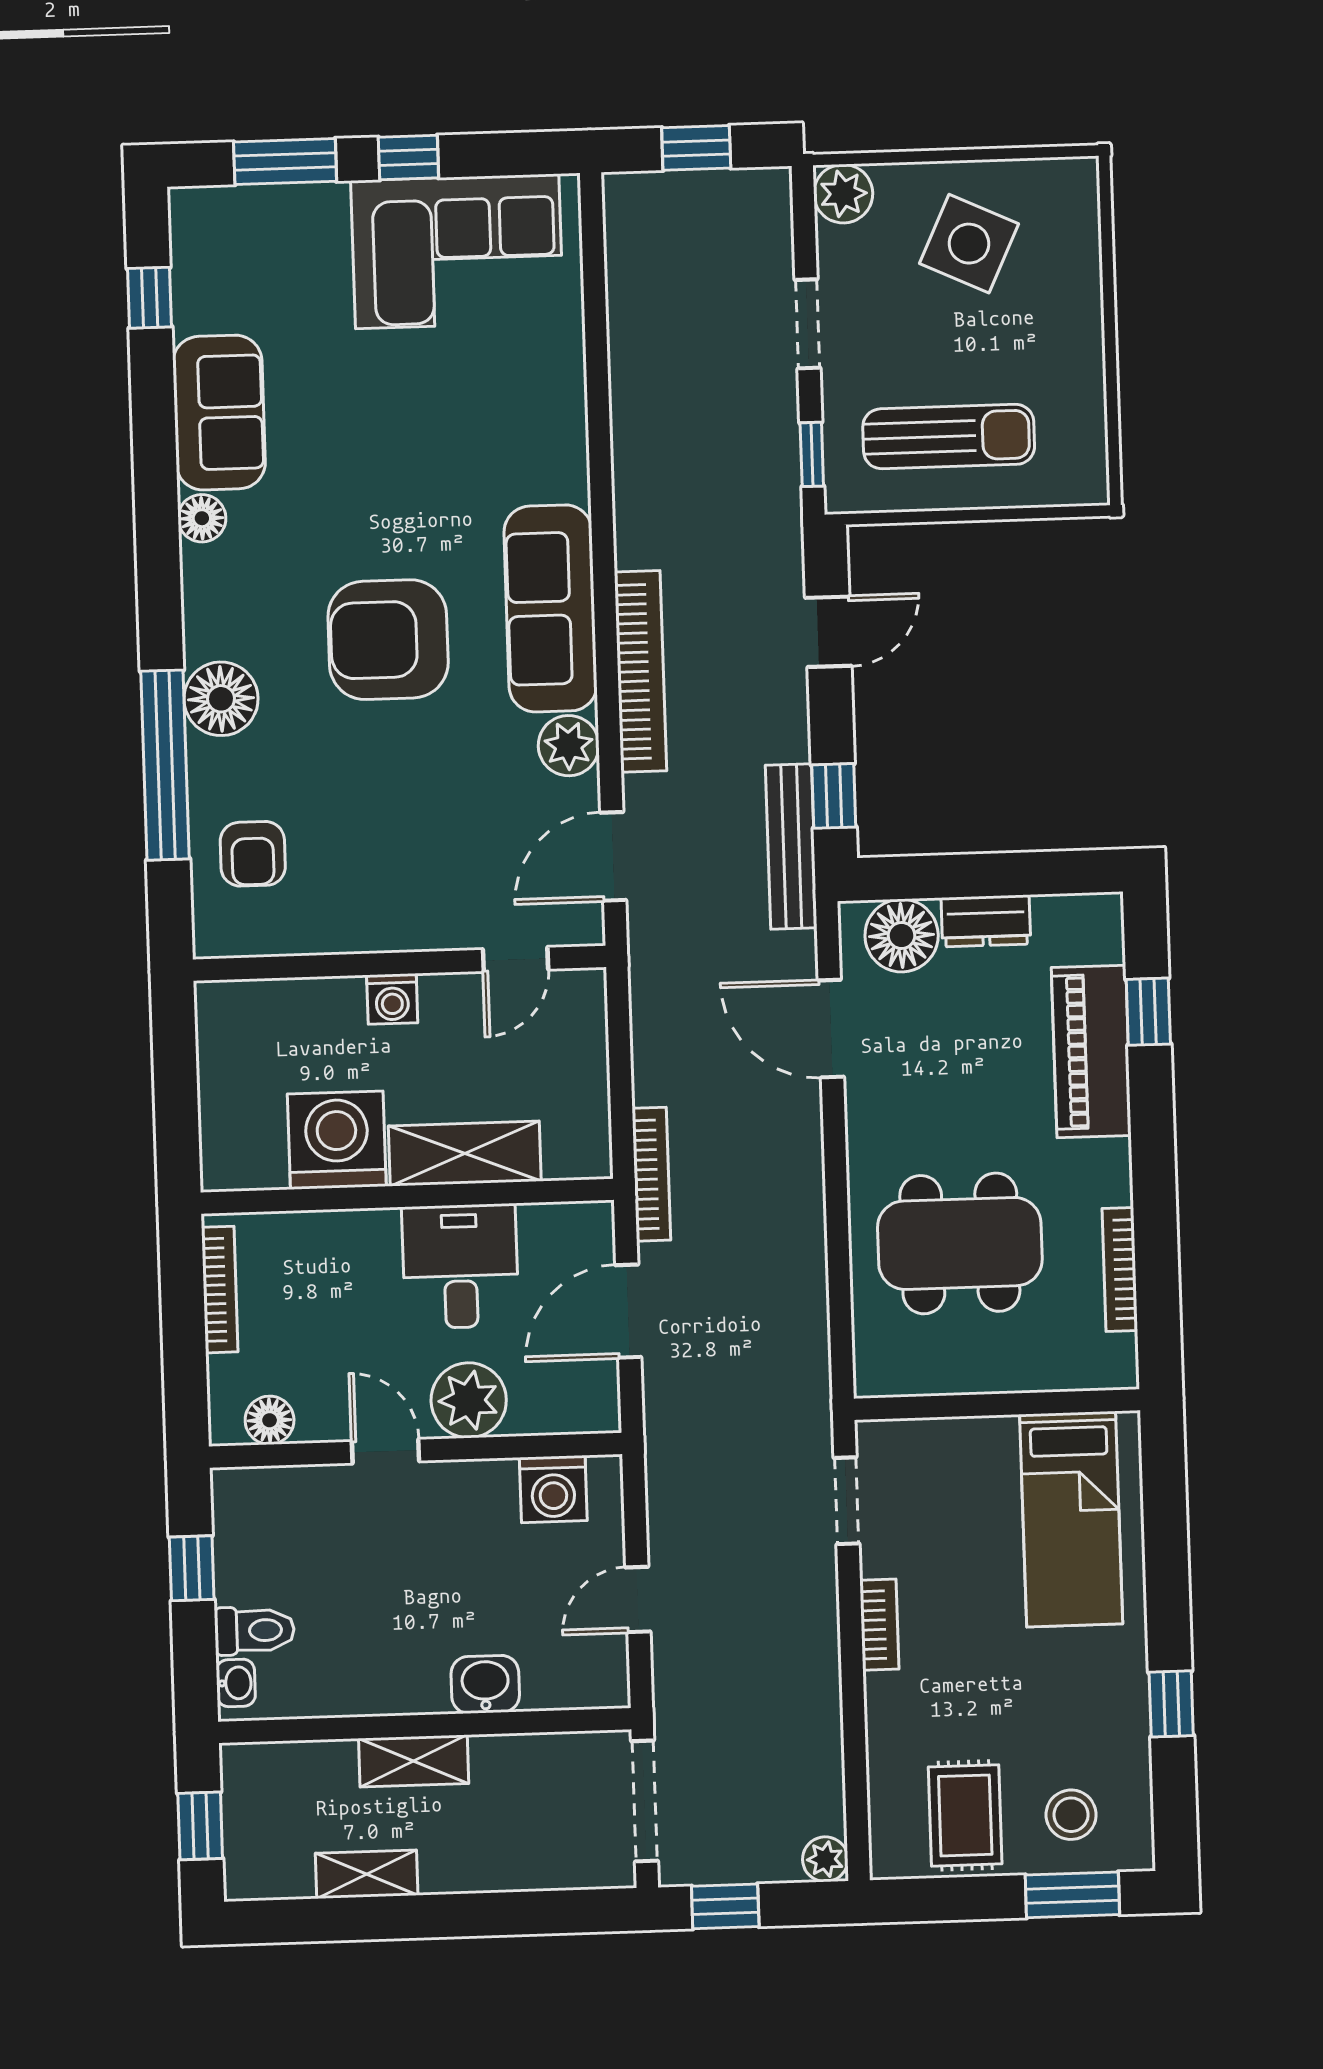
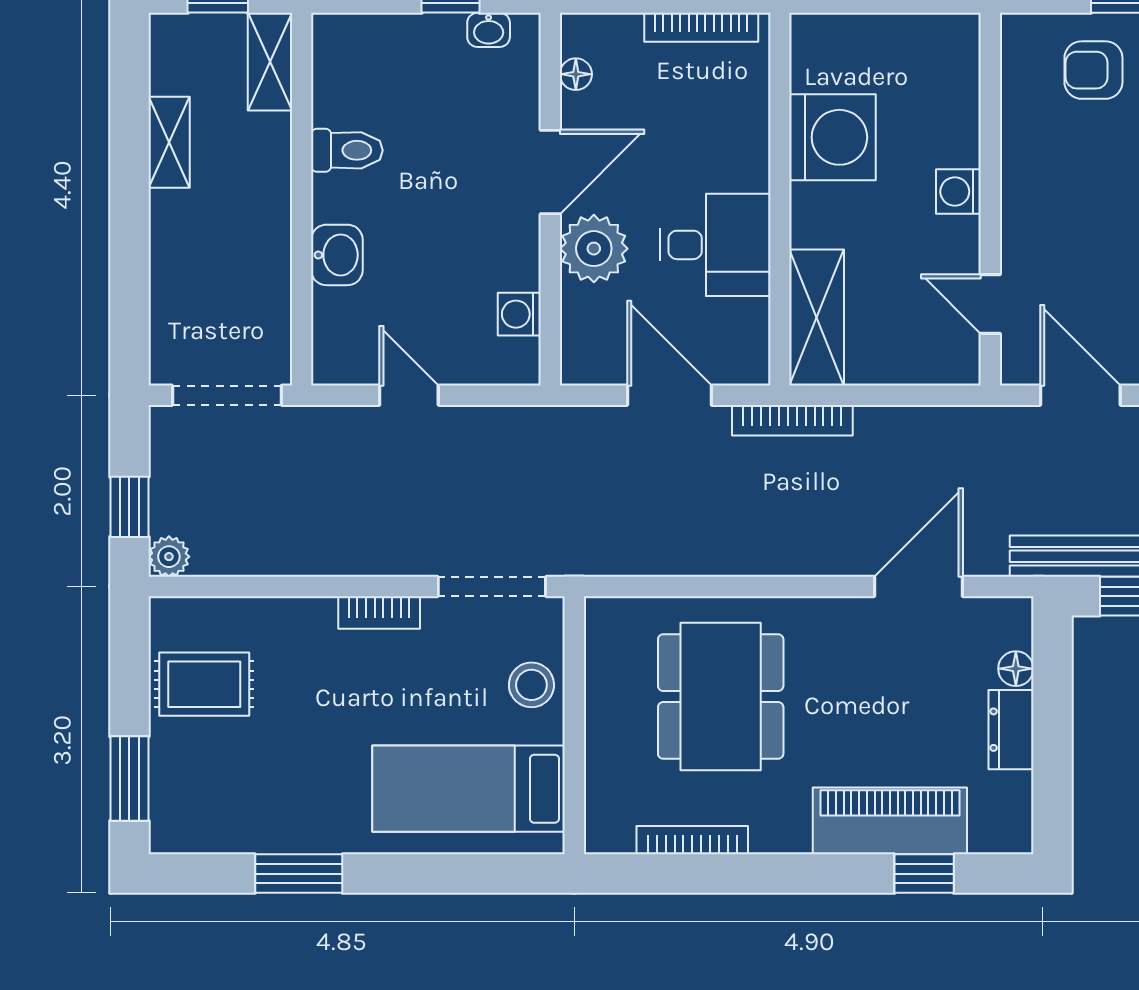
floor lamp: (902, 936) -> (1016, 669), width x0.53, depth x0.53
shelving: (465, 1153) -> (817, 318), moved
floor lamp: (270, 1420) -> (576, 74), width x0.73, depth x0.73
door: (386, 1451) -> (550, 172), width x1.38
washing machine: (553, 1489) -> (519, 314), width x0.73, depth x0.73
doorway: (847, 1501) -> (492, 587), width x1.38
toilet: (254, 1630) -> (347, 150), moved, turned -90
washbasin: (236, 1683) -> (489, 30), moved
window: (1171, 1704) -> (299, 874), width x1.50
shelving: (414, 1761) -> (270, 62), moved
stool: (1071, 1815) -> (531, 685), moved
window: (725, 1906) -> (129, 507), moved

